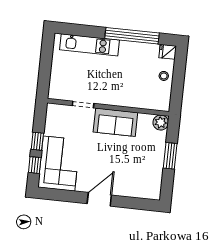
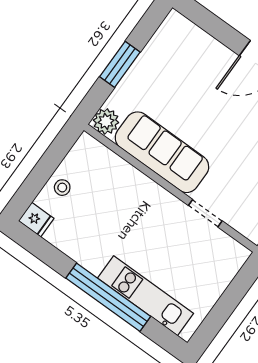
window: (132, 36) -> (108, 297), moved
sofa: (115, 122) -> (162, 152), width x1.36

